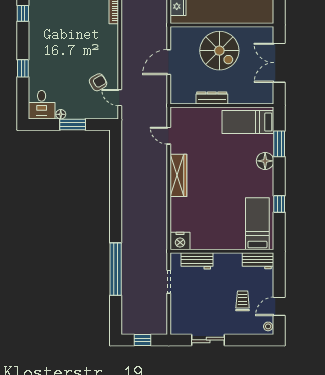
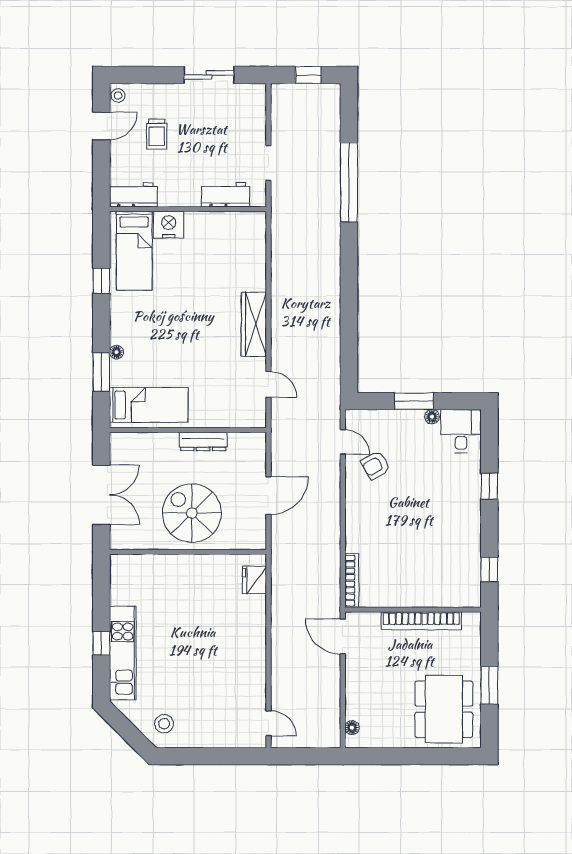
floor lamp: (265, 161) -> (116, 352), width x0.53, depth x0.53
nightstand: (180, 241) -> (169, 225), moved

